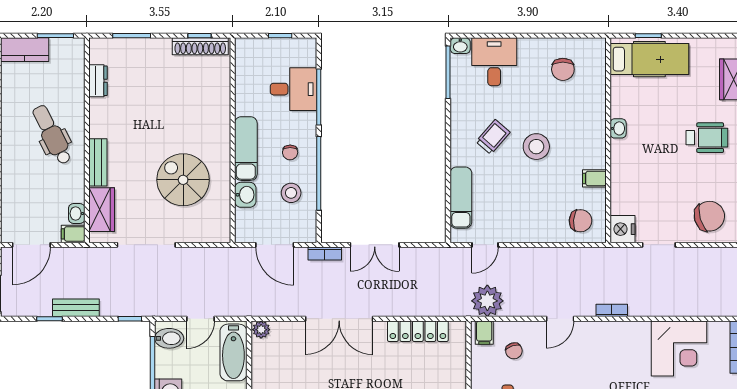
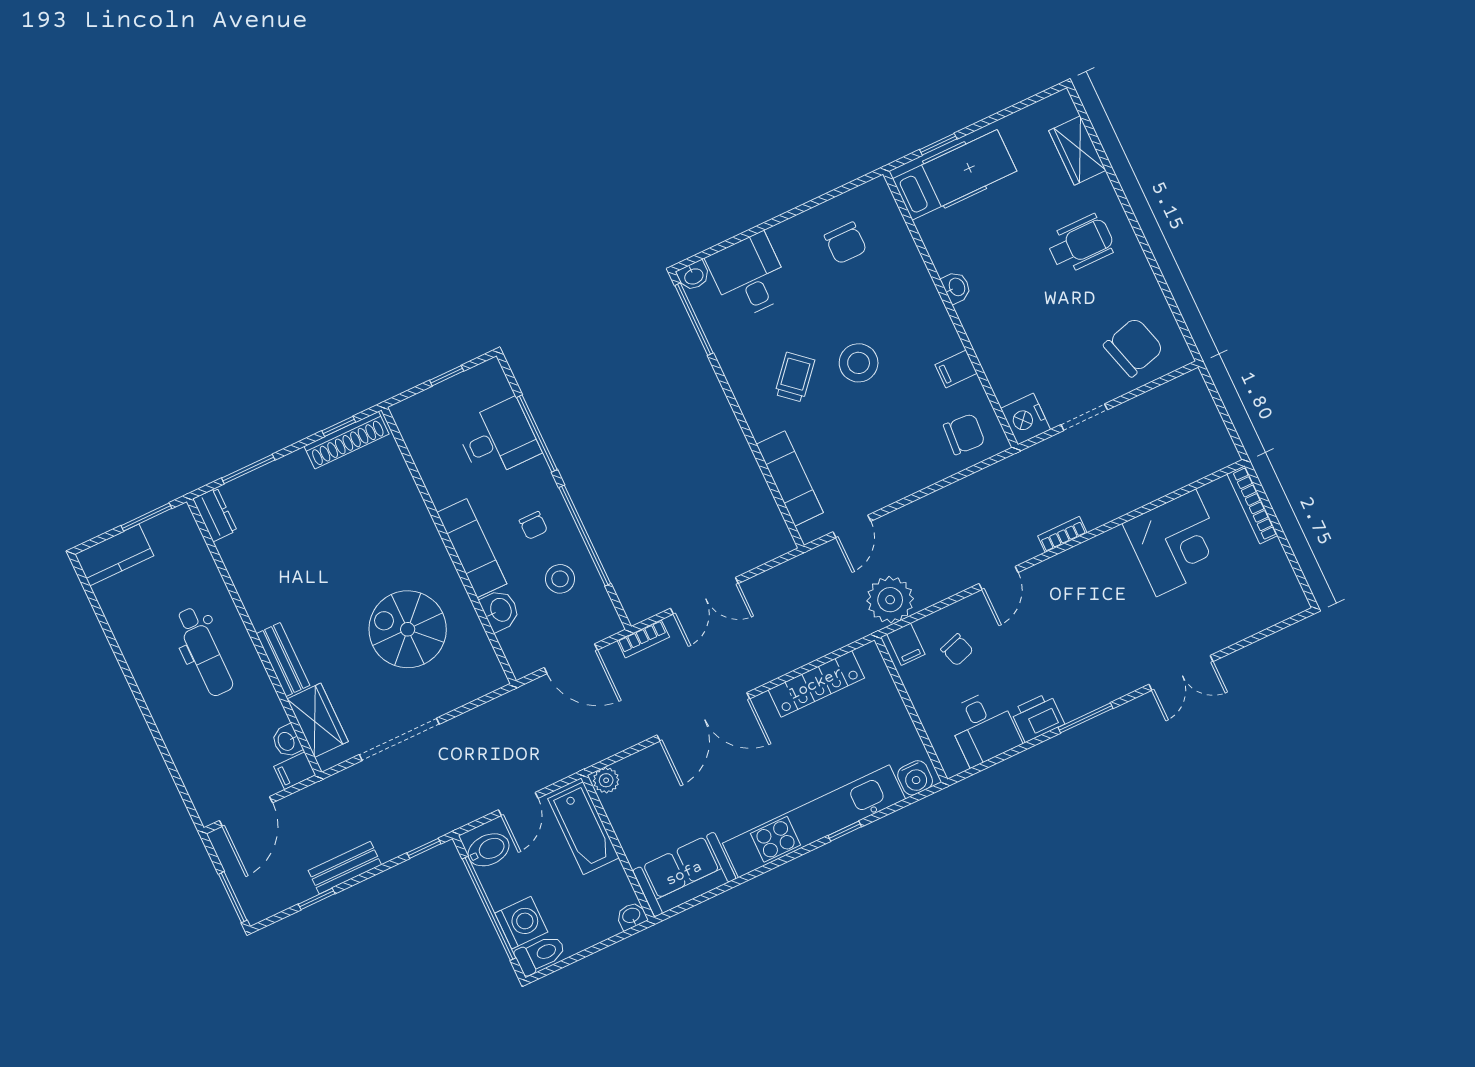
dresser: (98, 81) -> (215, 515), moved
dental chair: (52, 135) -> (204, 652), turned -153

